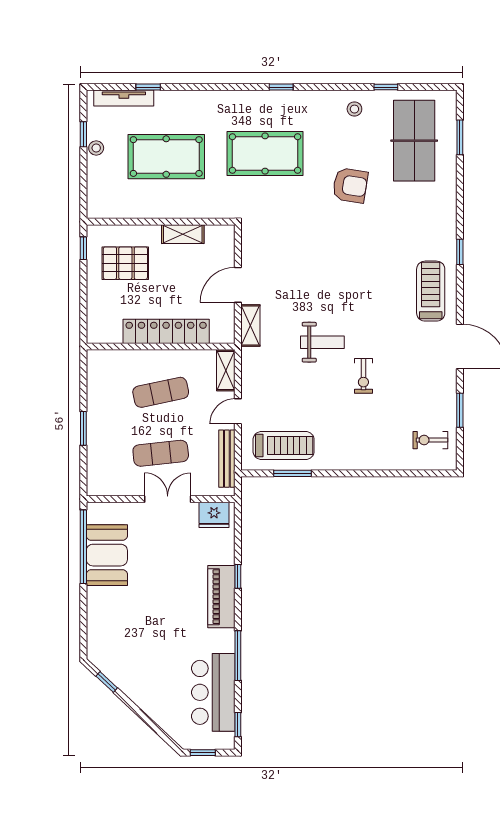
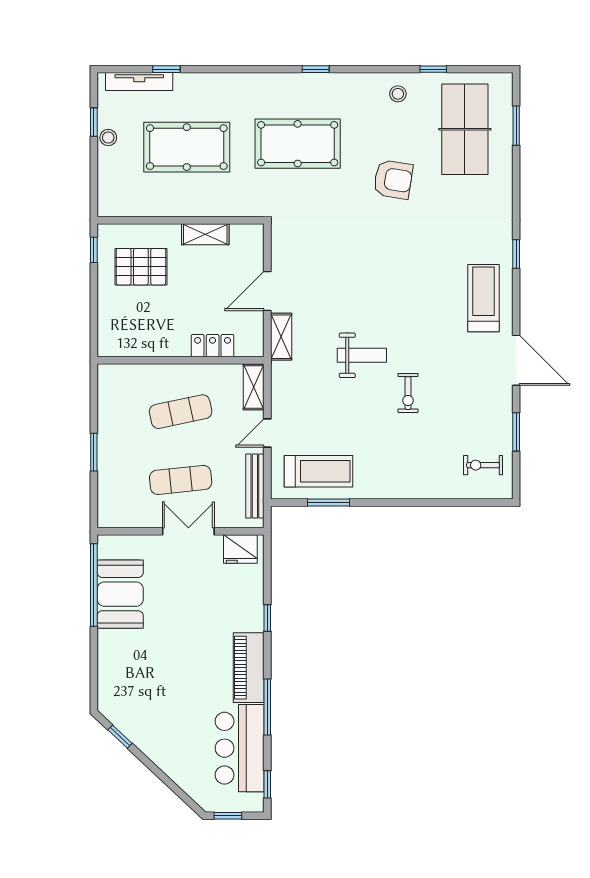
locker: (166, 331) -> (213, 346), width x0.46, depth x0.83
piano: (221, 597) -> (249, 668), moved

